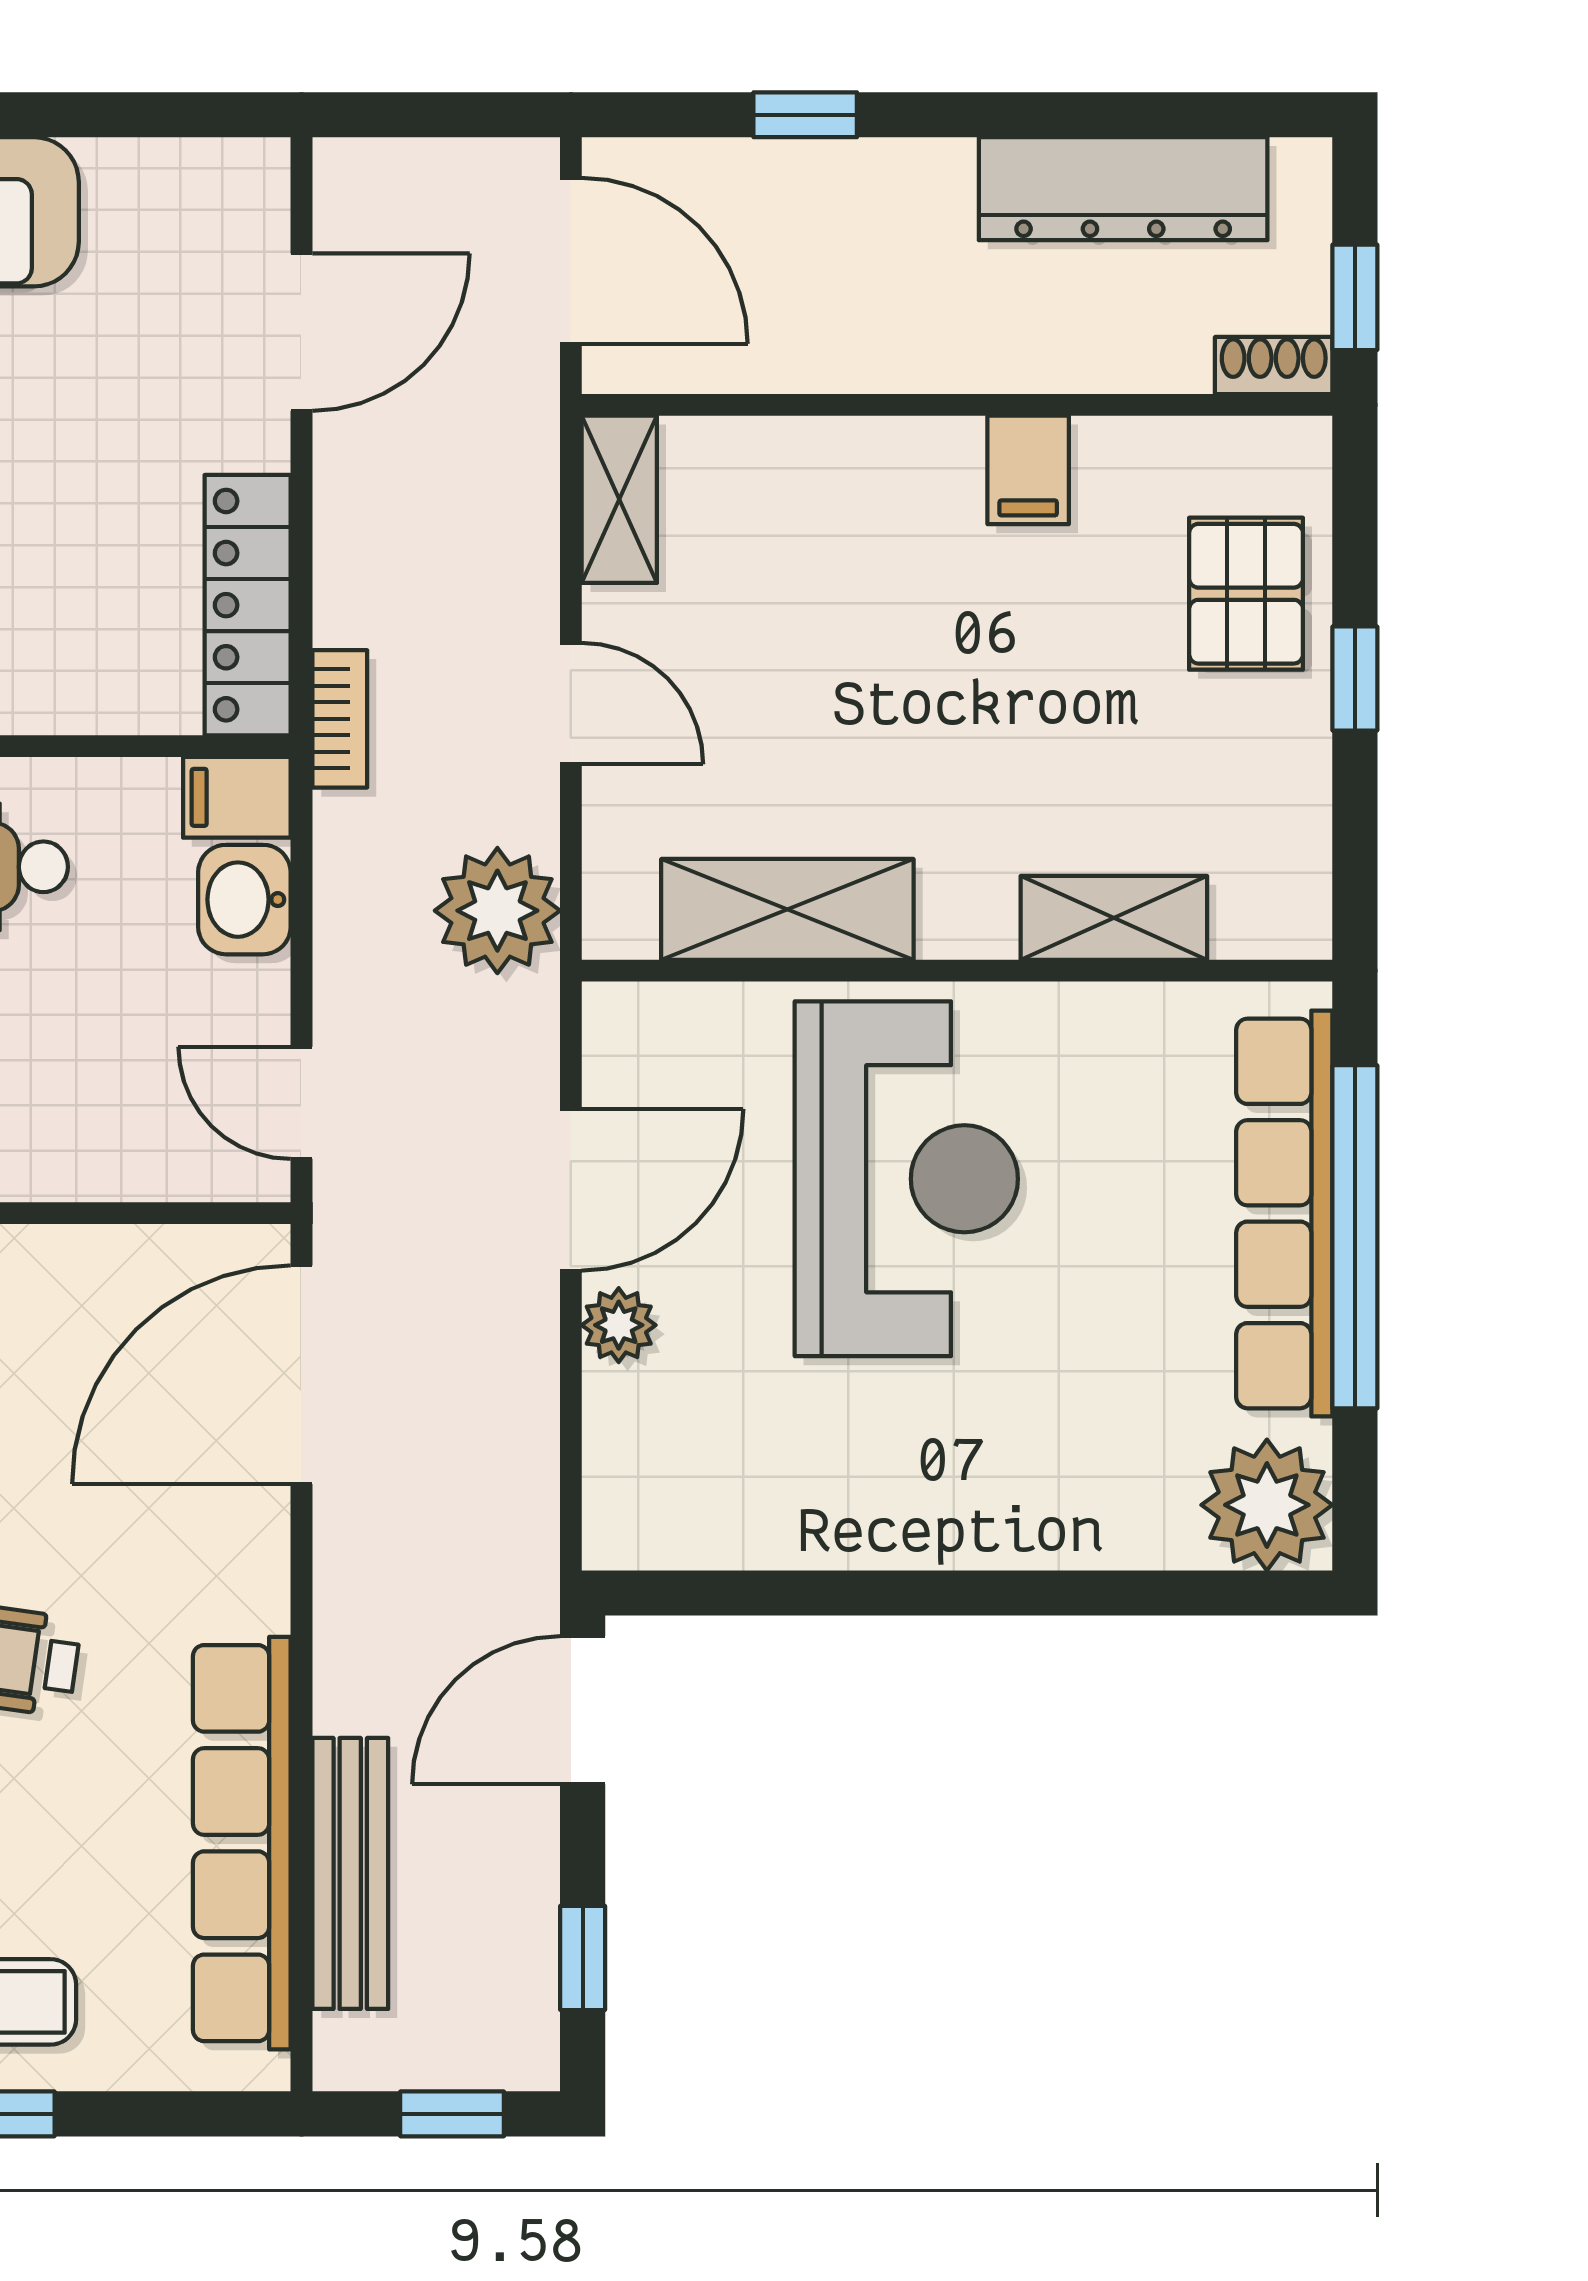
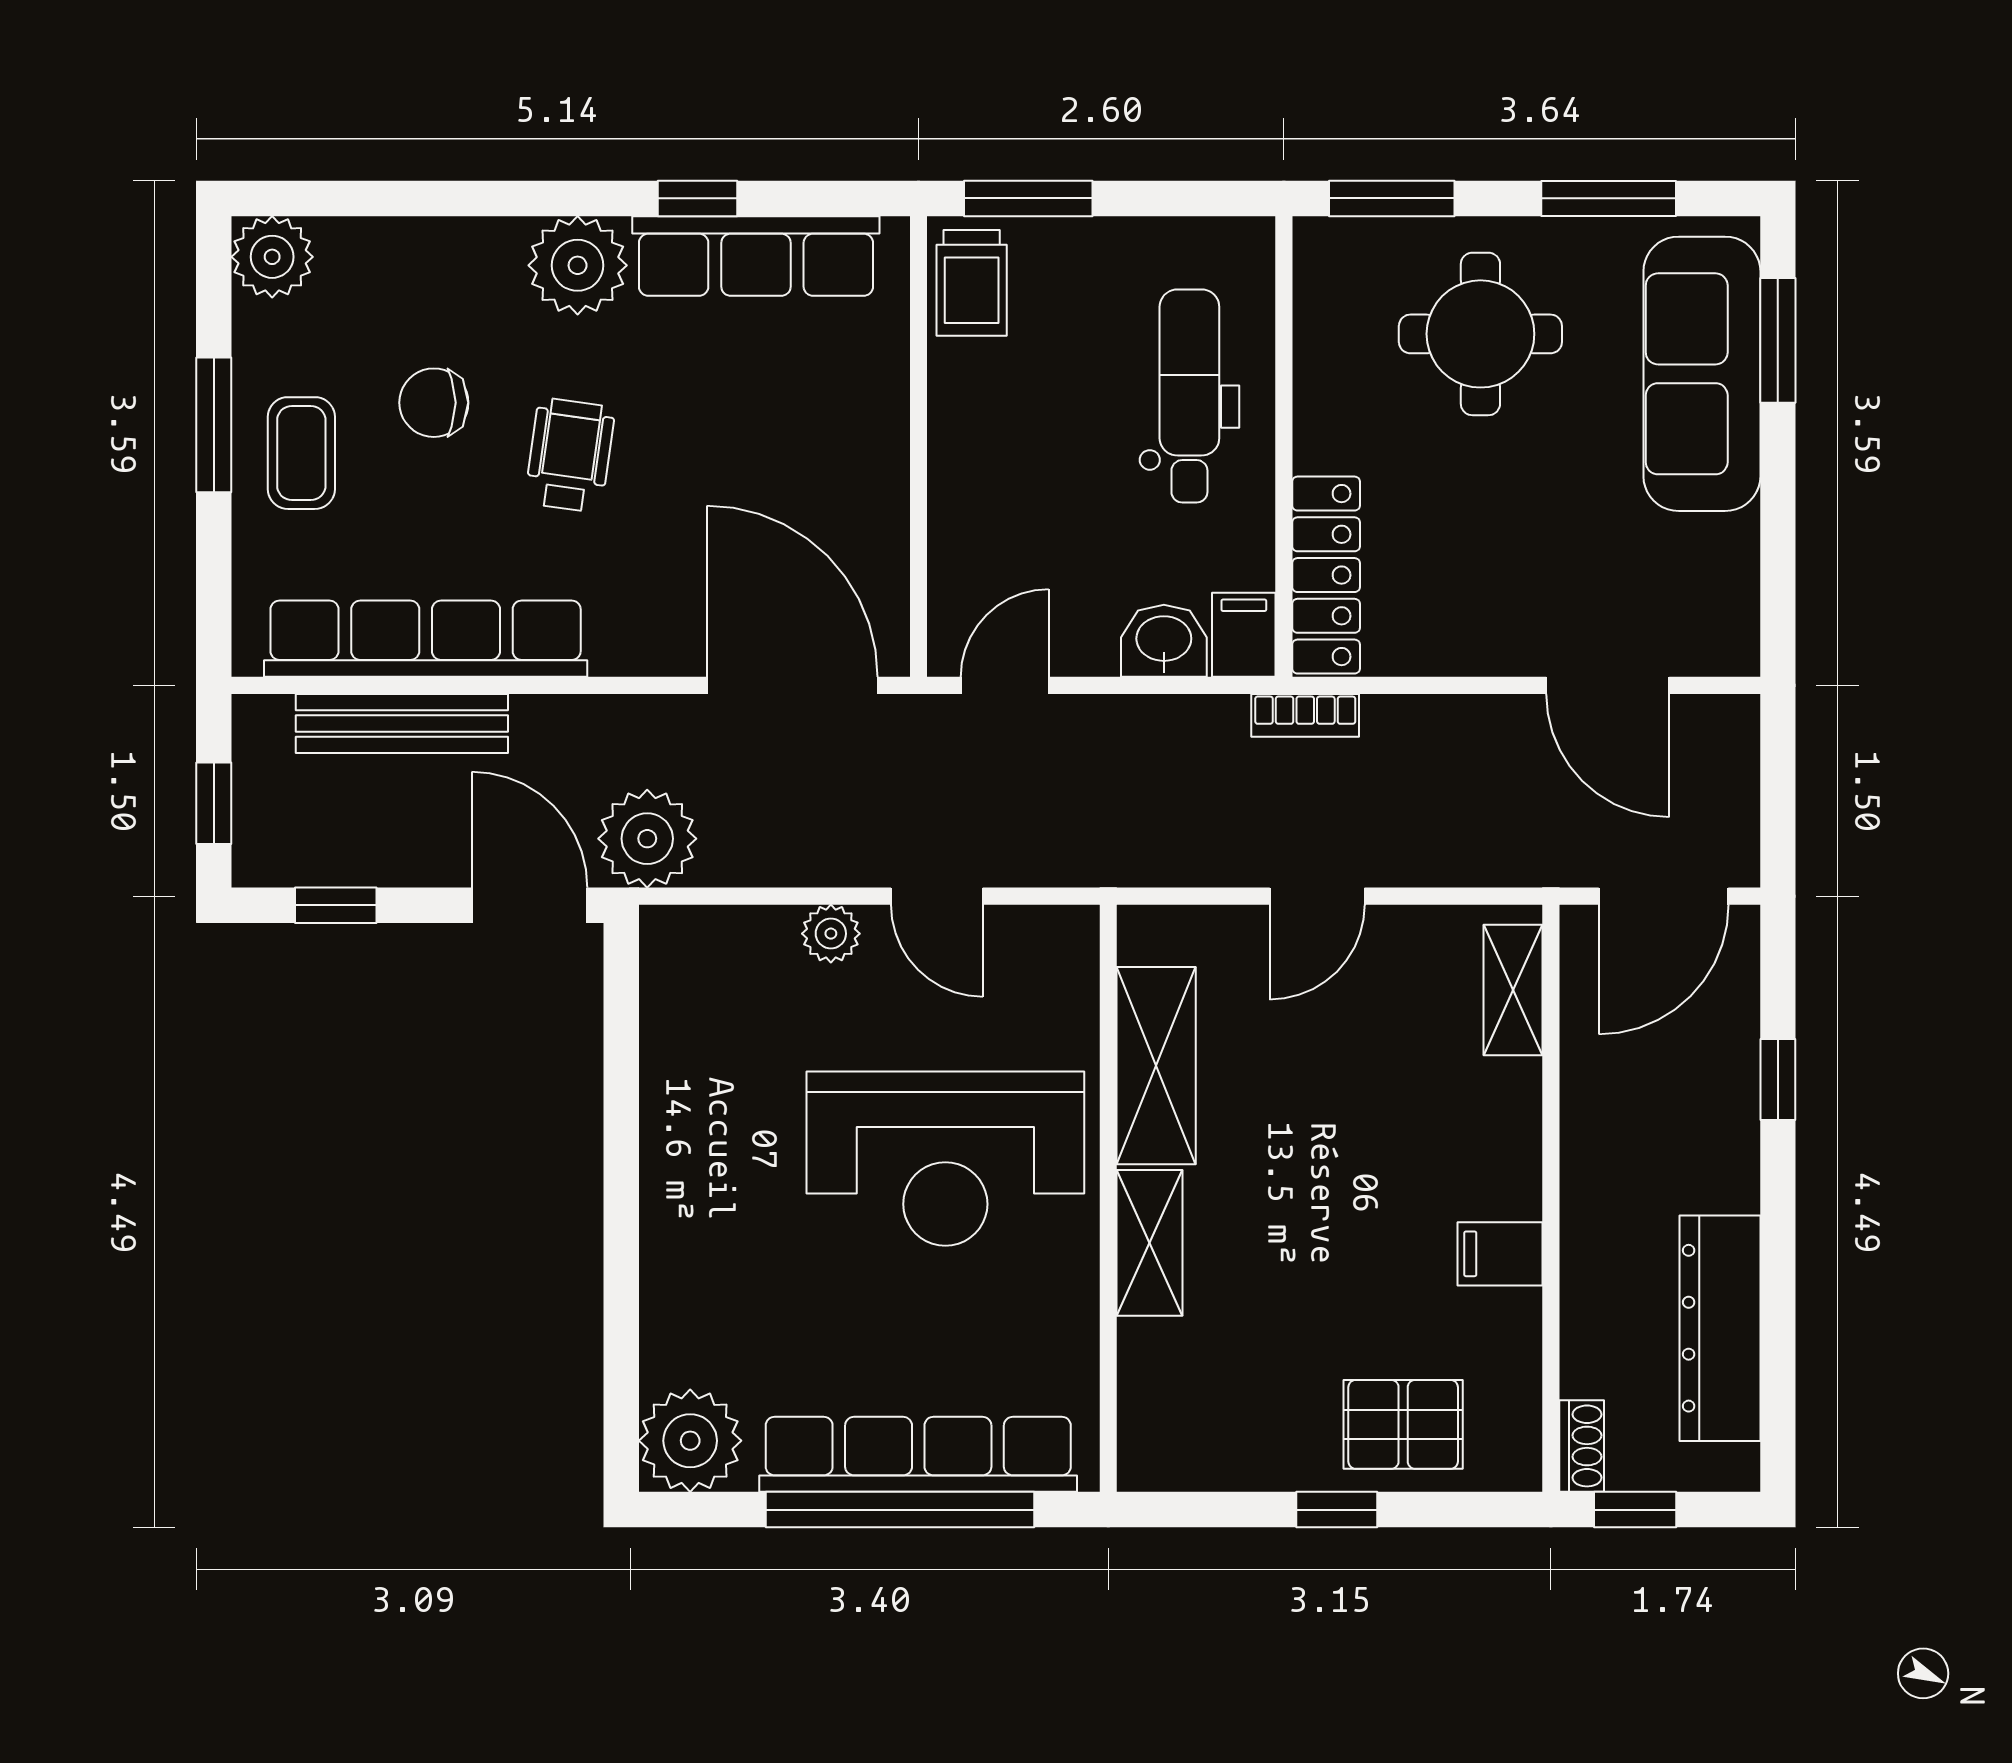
shelving: (619, 499) -> (1513, 990), moved, turned 90
locker: (248, 605) -> (1326, 575), moved, turned 90
plant: (497, 911) -> (647, 839), moved
shelving: (1114, 918) -> (1150, 1243), moved
door: (571, 1190) -> (937, 896), width x0.73

